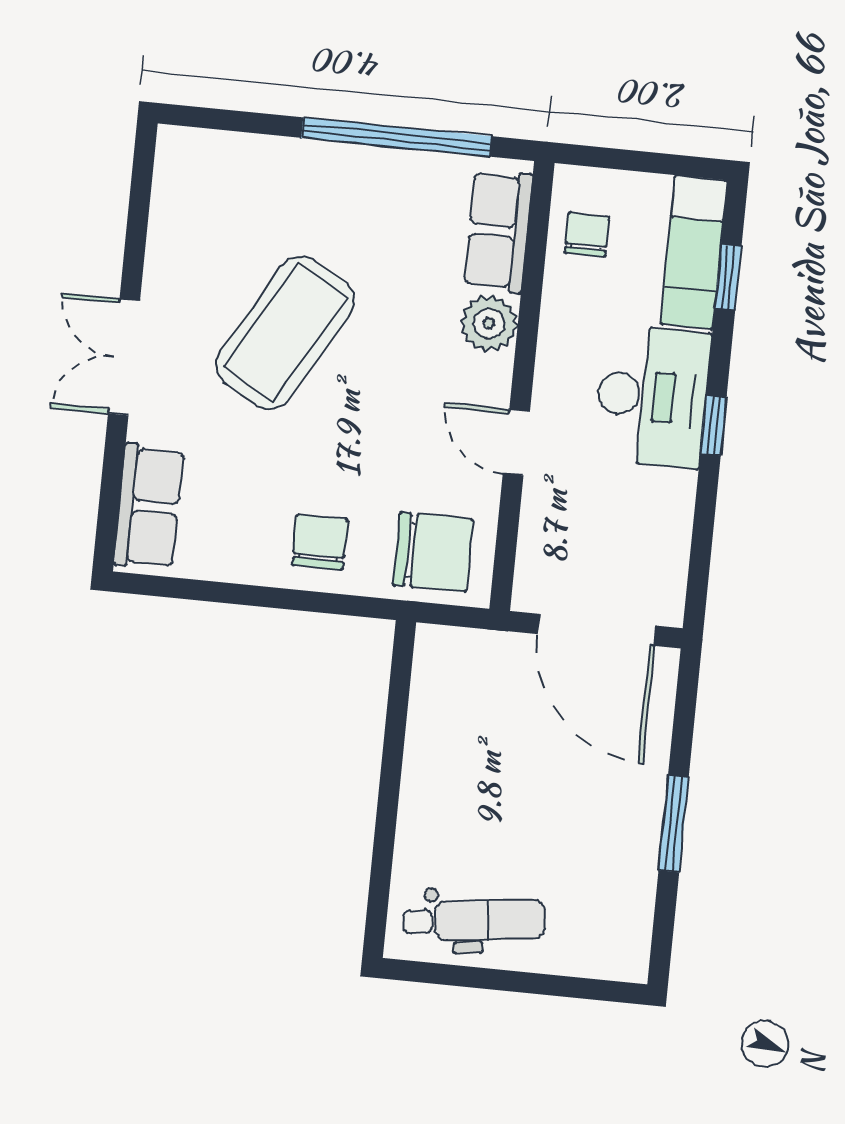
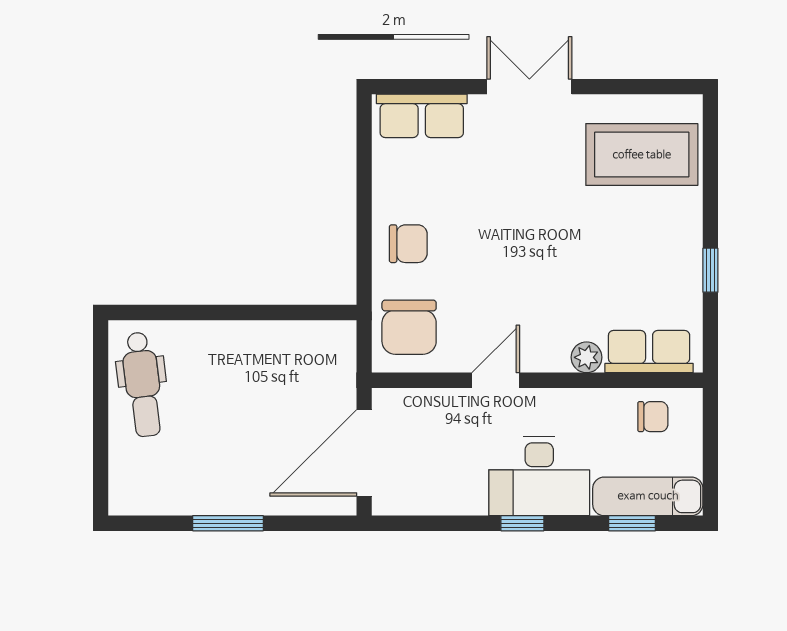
window: (397, 137) -> (710, 270), width x0.32
plant: (489, 323) -> (587, 357), width x0.73, depth x0.73
coffee table: (285, 333) -> (642, 155), moved, turned -30

